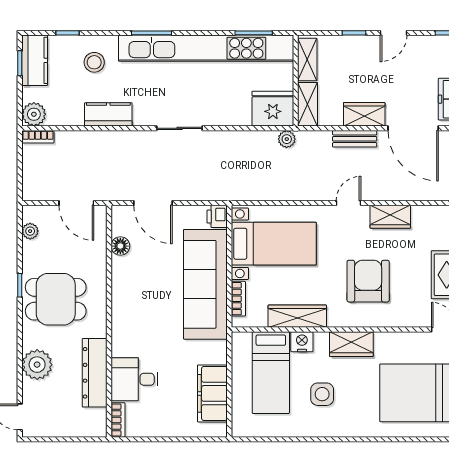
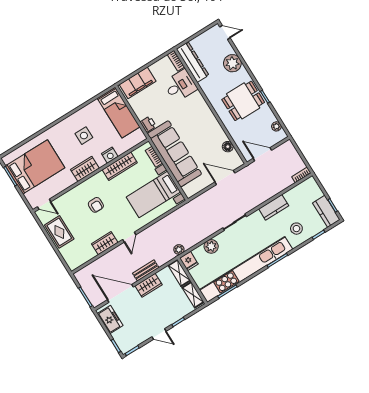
door: (393, 33) -> (159, 334), swing flipped
fridge: (273, 109) -> (189, 261), width x0.53, depth x0.75
plant: (34, 114) -> (211, 246), moved
printer: (217, 217) -> (148, 124), moved
armchair: (368, 281) -> (96, 205), width x0.53, depth x0.53
dresser: (95, 373) -> (193, 62), moved
bed: (271, 373) -> (119, 112), moved, turned 180
filing cabinet: (212, 393) -> (138, 83), moved, turned 90

